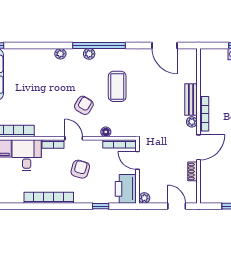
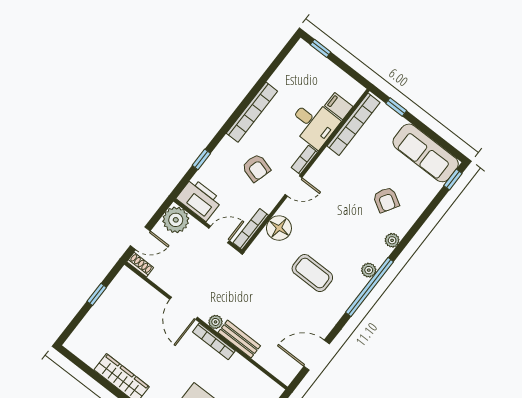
armchair: (84, 105) -> (386, 200), moved
floor lamp: (106, 132) -> (279, 228), width x1.89, depth x1.89
shoe rack: (192, 171) -> (140, 265), moved
plant: (144, 198) -> (176, 220), width x1.87, depth x1.87

